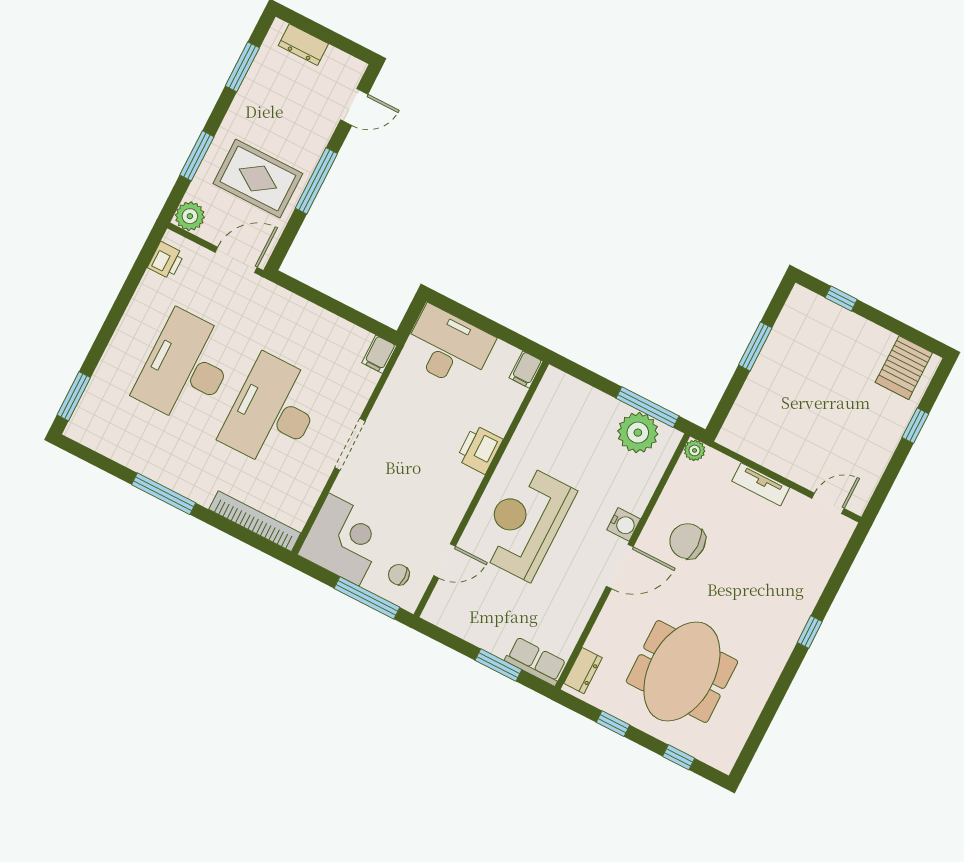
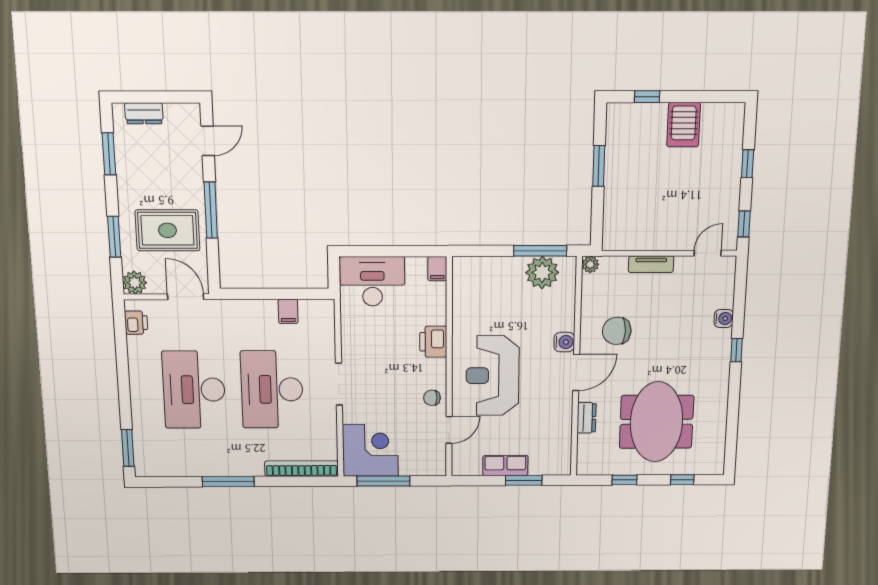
door: (236, 260) -> (186, 297), hinge flipped
filing cabinet: (379, 354) -> (288, 311), moved
server rack: (904, 368) -> (684, 125), moved
window: (882, 491) -> (744, 224), added
chair: (399, 575) -> (432, 398), moved
water cooler: (812, 588) -> (724, 318), added
window: (367, 598) -> (383, 481), moved
row of seats: (536, 661) -> (505, 465), moved
dresser: (583, 671) -> (587, 418), moved

